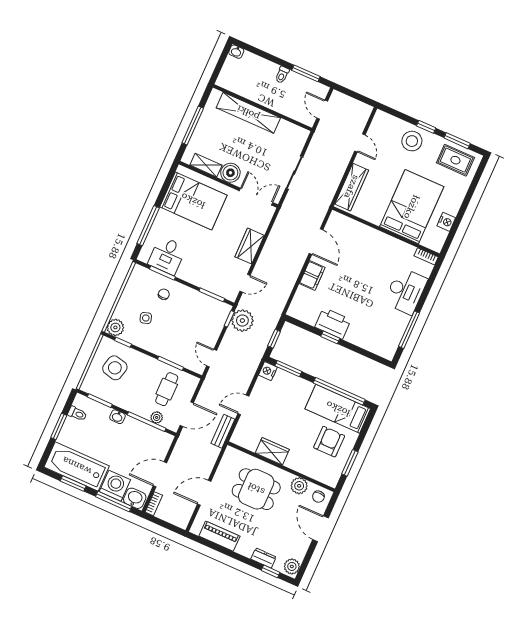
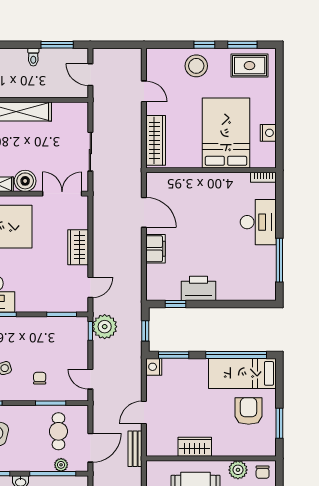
chair: (164, 294) -> (40, 378), moved
window: (330, 337) -> (175, 304), moved

